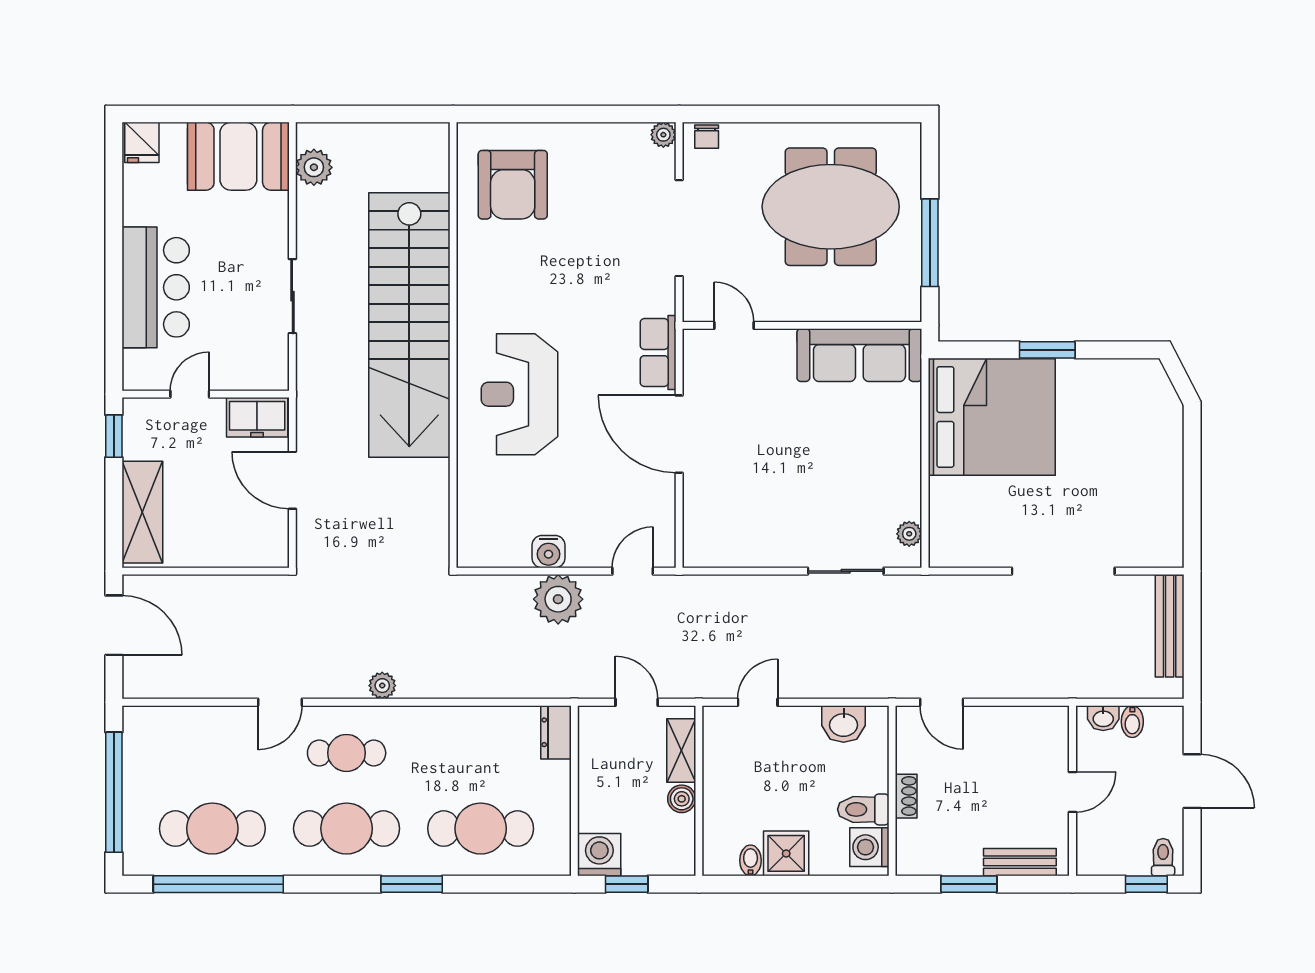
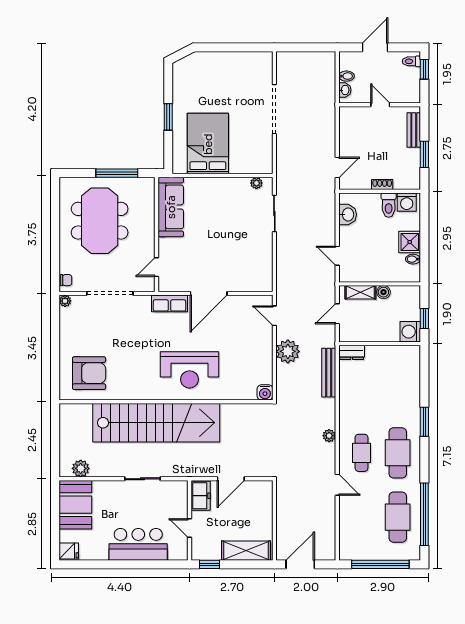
bed: (992, 417) -> (208, 144), width x0.73
water cooler: (548, 552) -> (265, 392), moved, turned 90
bench: (1170, 626) -> (329, 373), moved, turned 90
cafe table: (481, 829) -> (398, 389), removed

